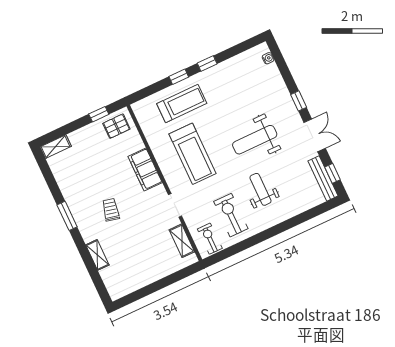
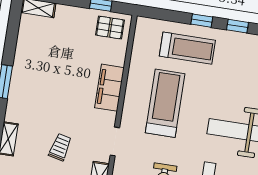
treadmill: (192, 154) -> (165, 103), turned 180
trolley: (111, 210) -> (60, 147), moved

